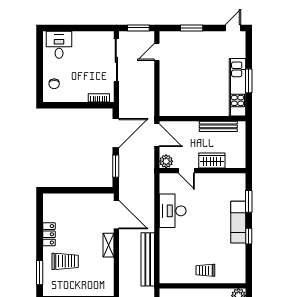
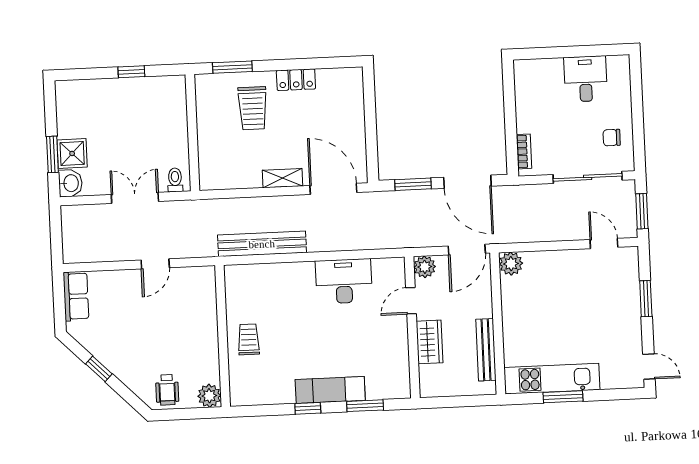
desk: (59, 45) -> (585, 79), moved, turned -90
chair: (54, 84) -> (612, 138), moved
plant: (167, 109) -> (511, 264), added
door: (116, 215) -> (333, 189), swing flipped

